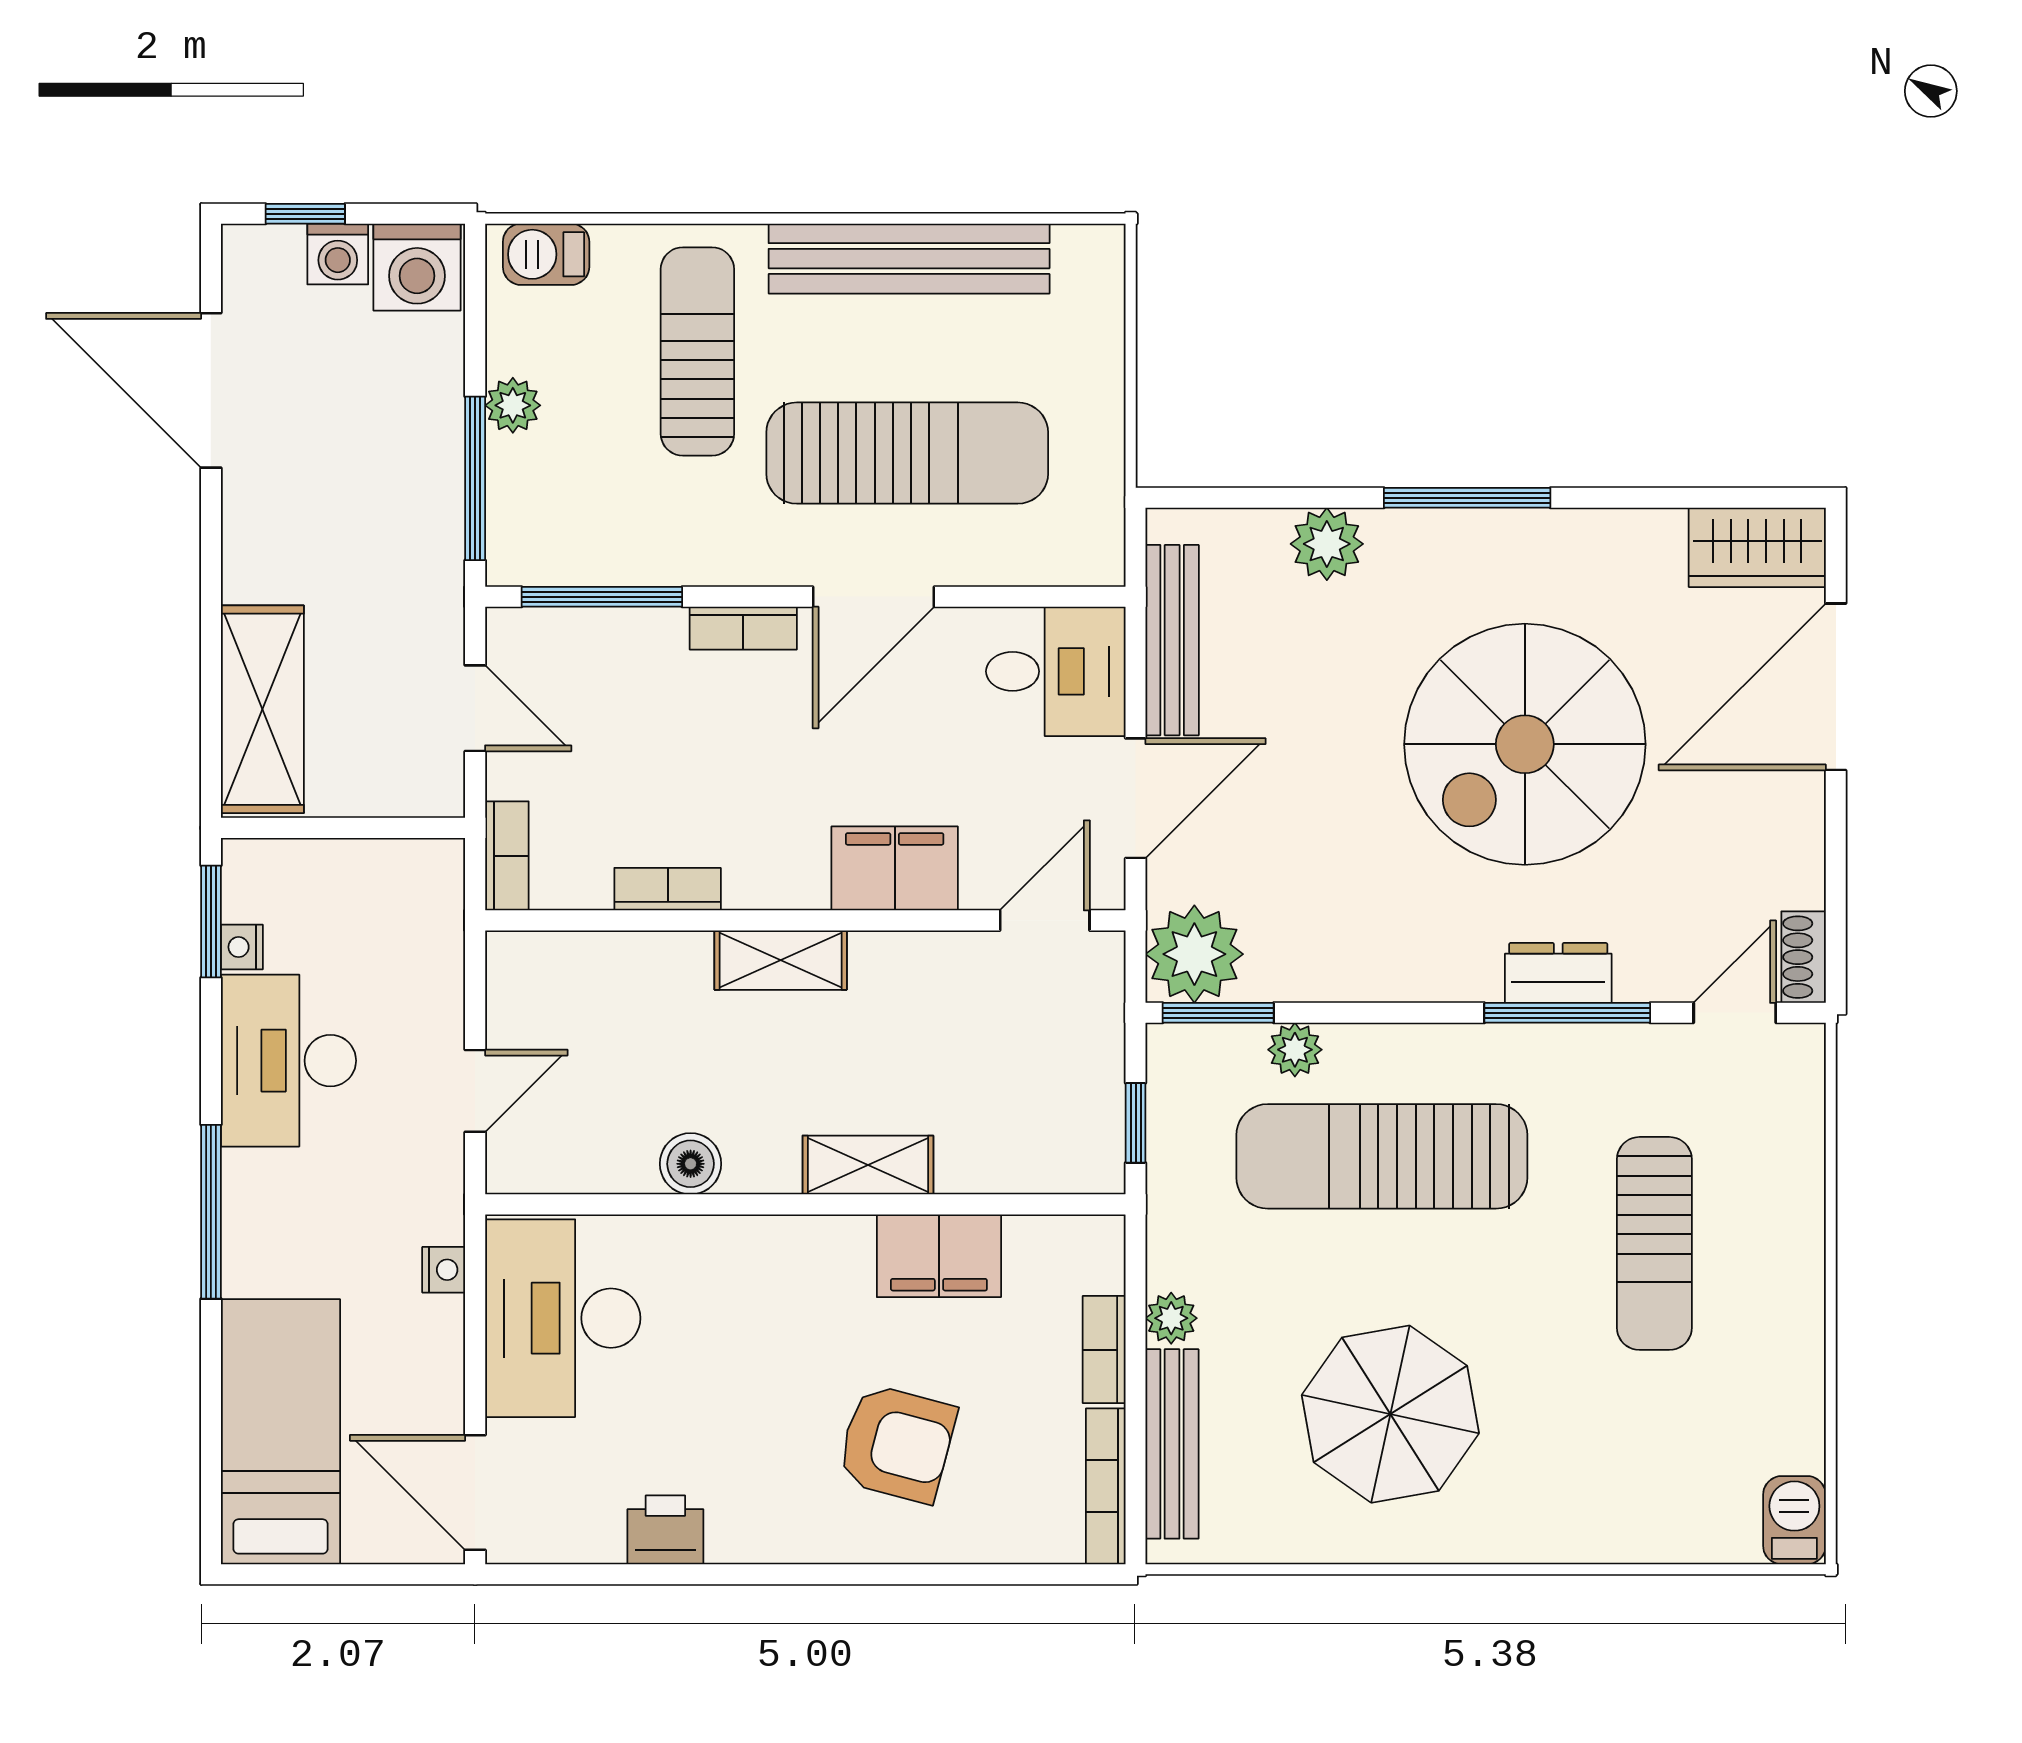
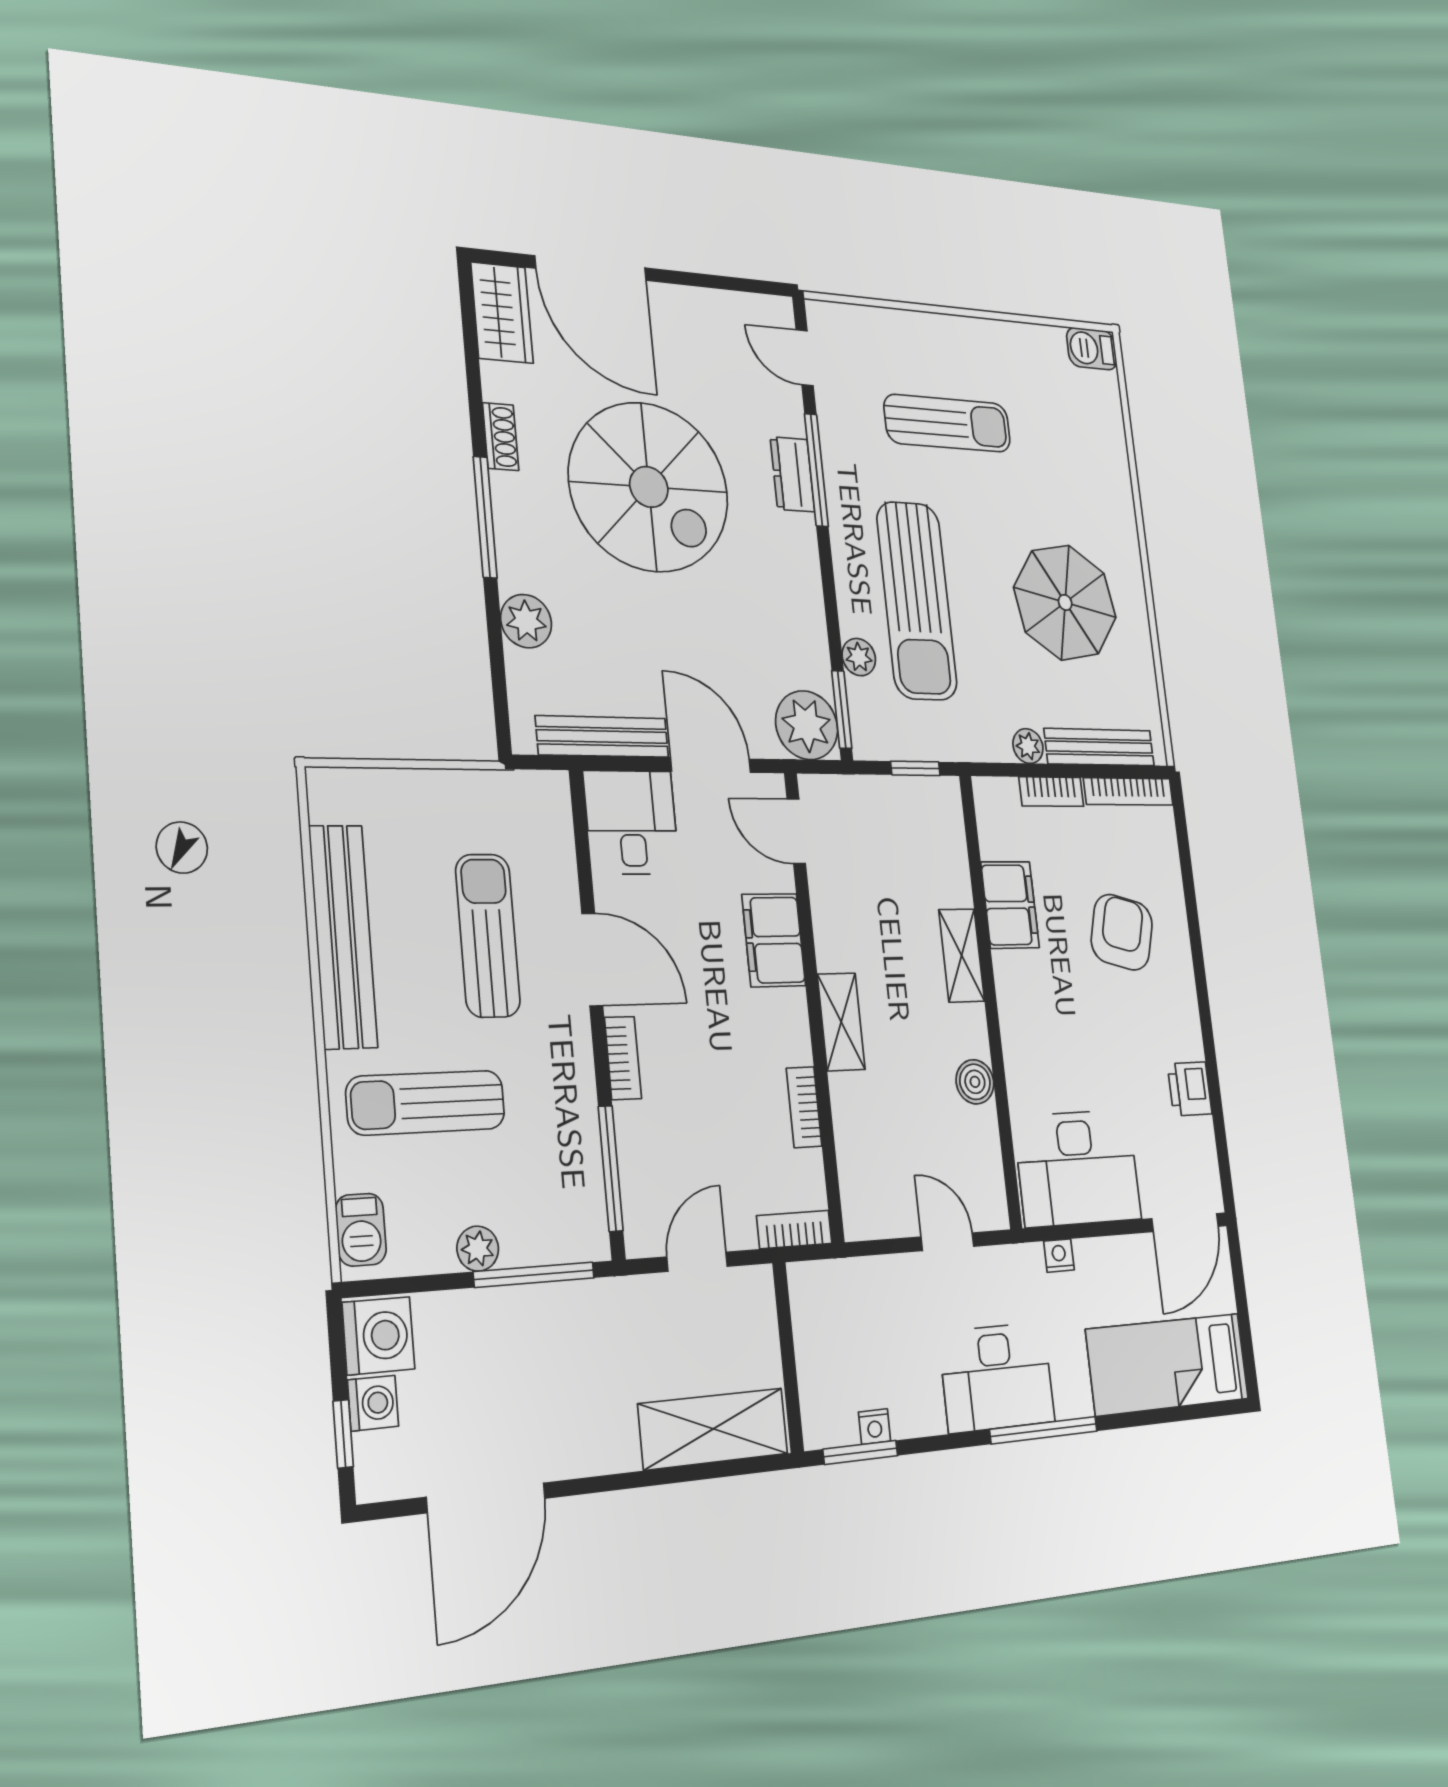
sun lounger: (907, 453) -> (488, 935), width x0.73, depth x0.75
shoe rack: (1804, 957) -> (501, 437), moved, turned -90
desk: (288, 1061) -> (997, 1377), moved

